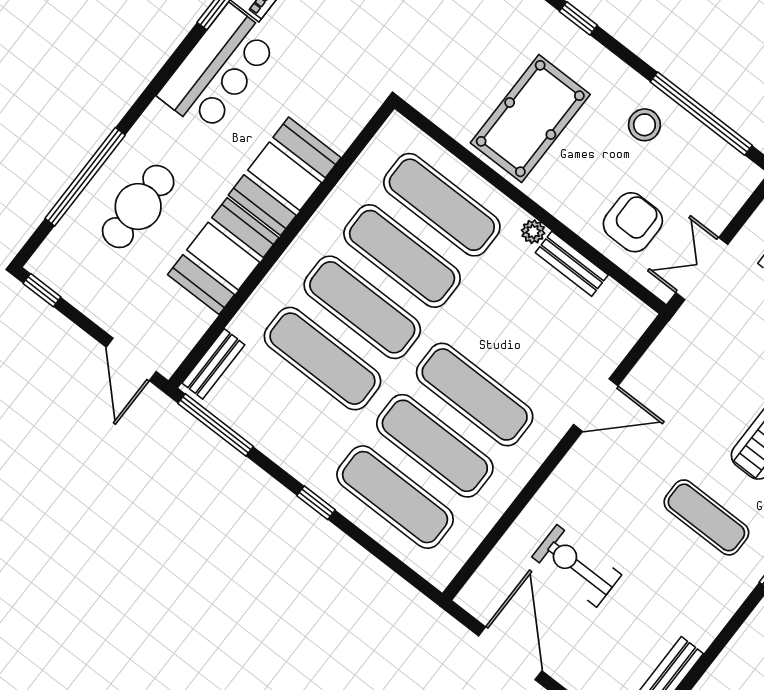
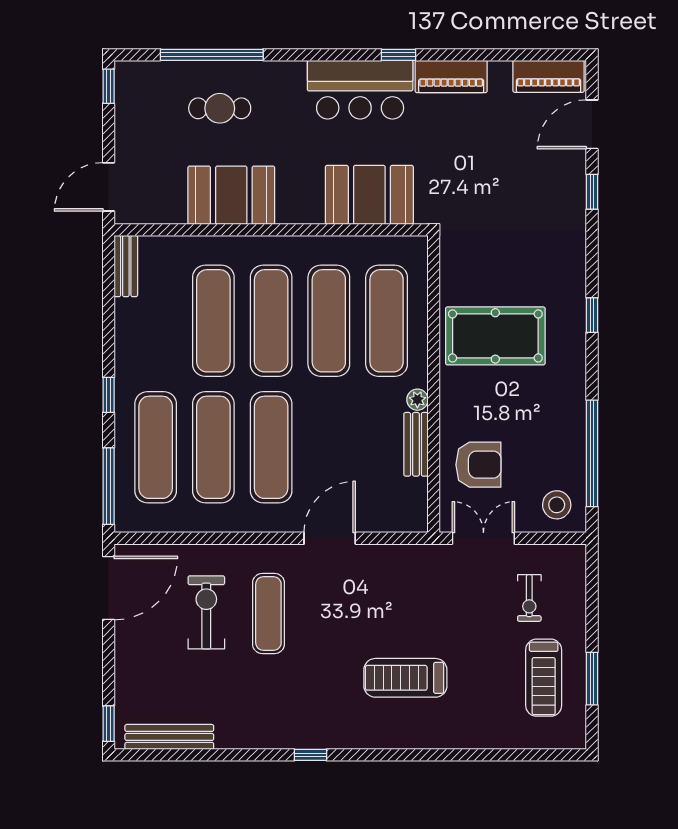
stool: (644, 125) -> (557, 505), moved
booth: (285, 176) -> (369, 195), moved
cafe table: (138, 207) -> (220, 108), width x0.73, depth x0.74
bench: (213, 364) -> (126, 266), moved, turned 90
door: (596, 405) -> (330, 538), swing flipped
window: (216, 425) -> (109, 486), moved
exercise mat: (706, 517) -> (268, 614), moved
door: (510, 653) -> (109, 588), moved

